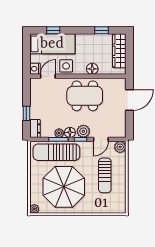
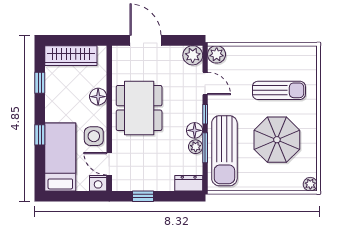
window: (53, 30) -> (40, 135), moved
window: (26, 113) -> (143, 196), moved
plant: (83, 131) -> (193, 55), moved
sun lounger: (105, 175) -> (279, 90), moved
parasol: (64, 187) -> (277, 140), width x0.73, depth x0.73

